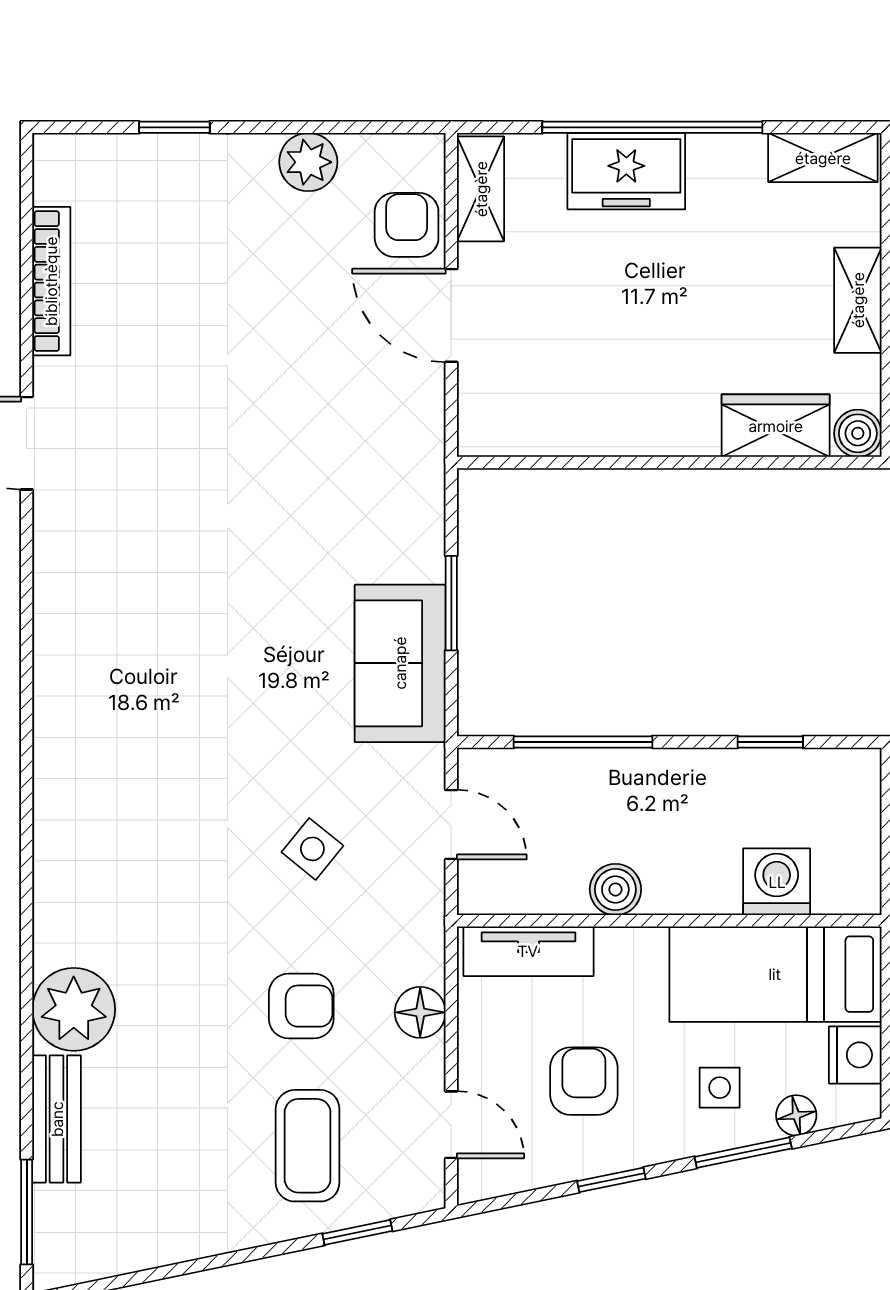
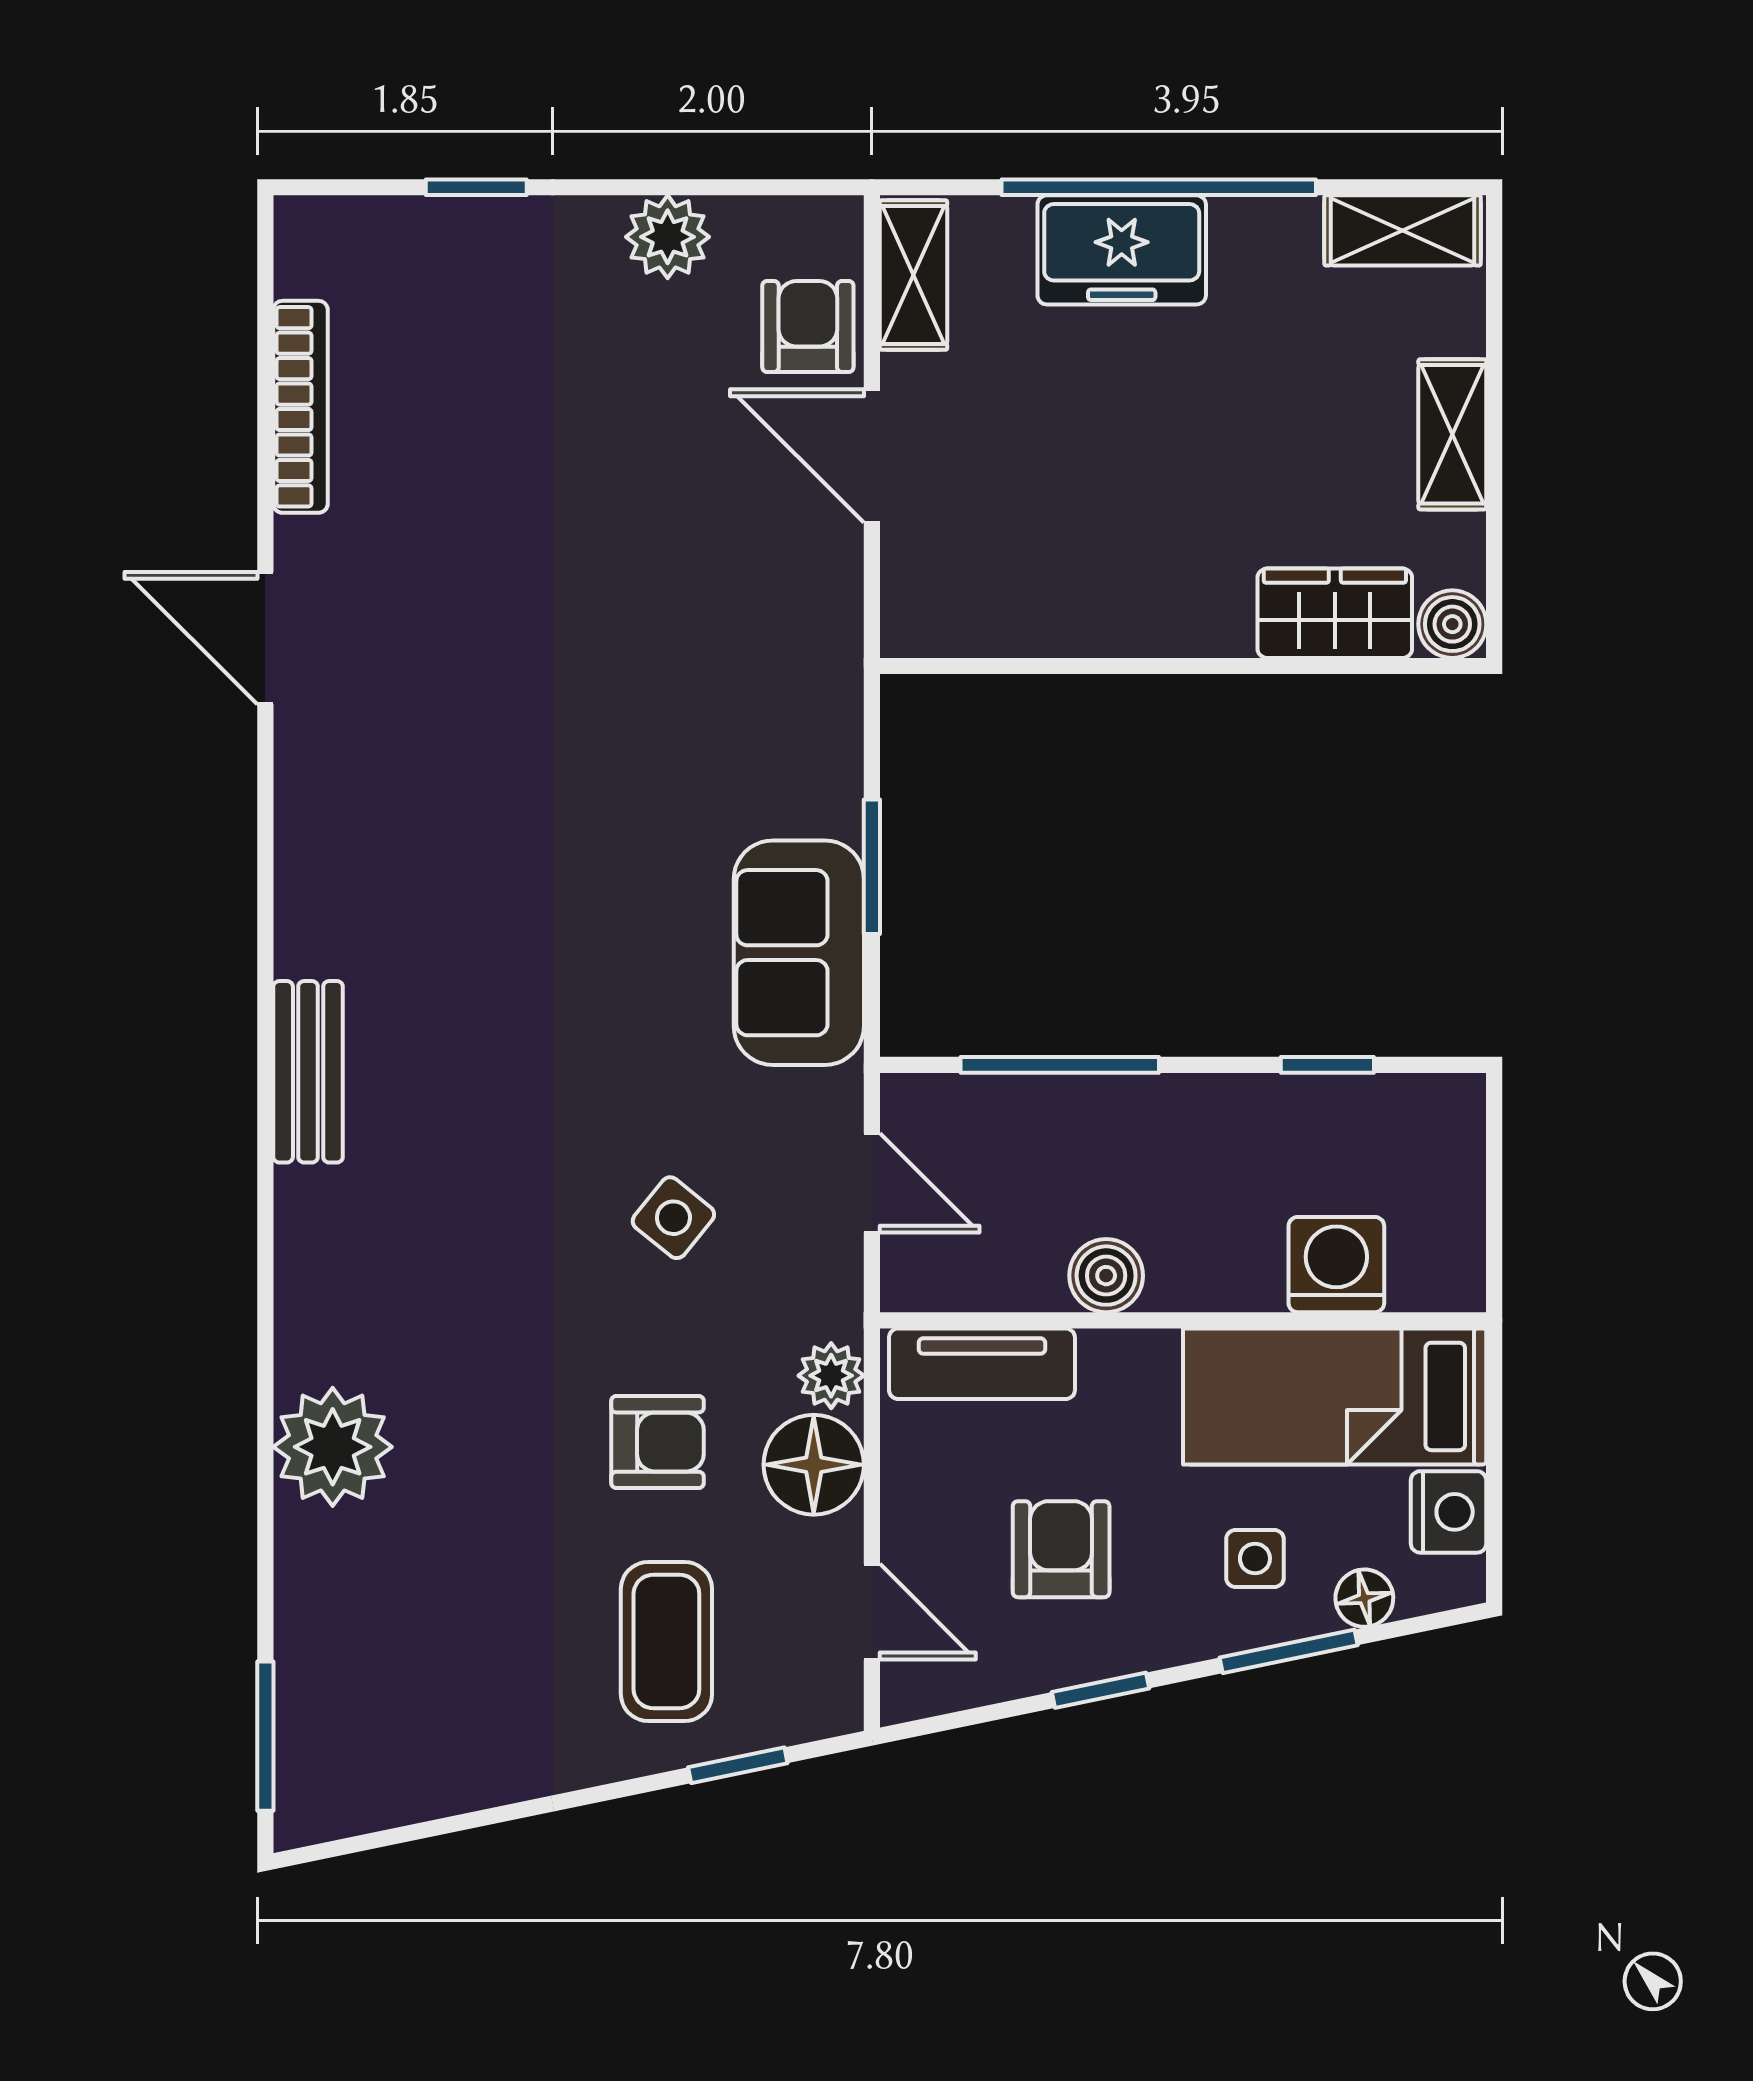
plant: (423, 959) -> (831, 1376), added
floor lamp: (420, 1012) -> (814, 1465), width x1.38, depth x1.38
bench: (57, 1119) -> (308, 1072), moved

